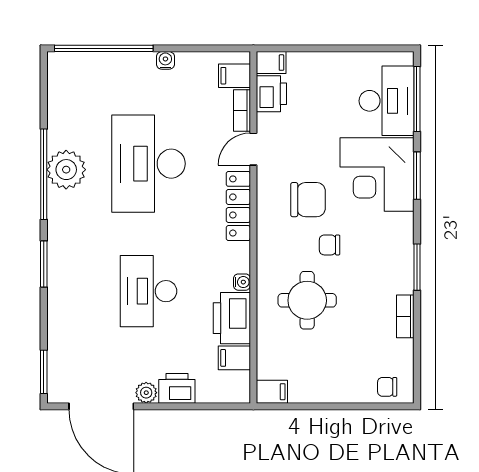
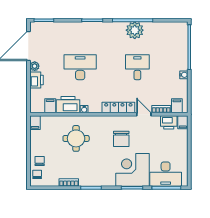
desk: (149, 164) -> (137, 67), width x0.53, depth x0.77
chair: (330, 245) -> (40, 161), moved

